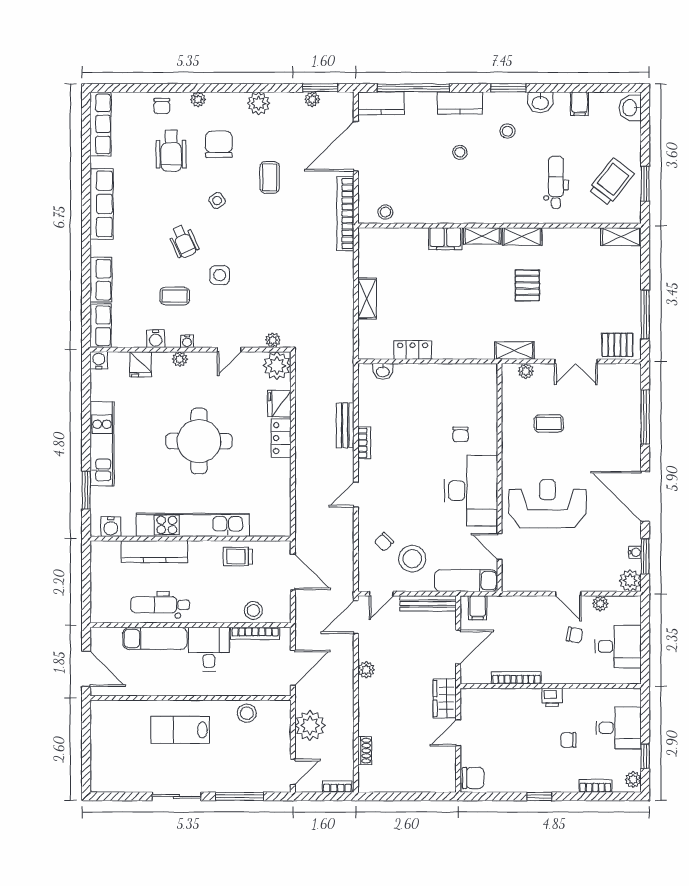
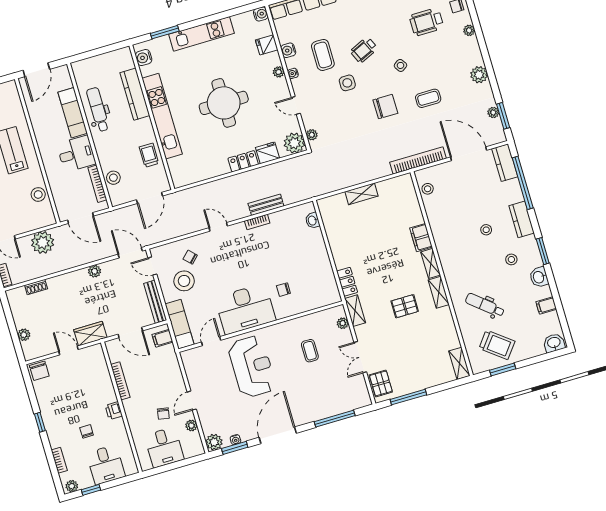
chair: (219, 144) -> (385, 107), moved
dental chair: (556, 182) -> (485, 305), turned -140
coffee table: (175, 296) -> (323, 55), width x1.36, depth x1.30
locker: (413, 350) -> (347, 282), moved
plant: (421, 784) -> (24, 335), added

